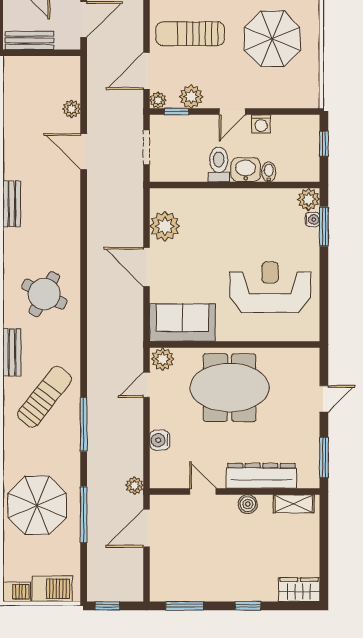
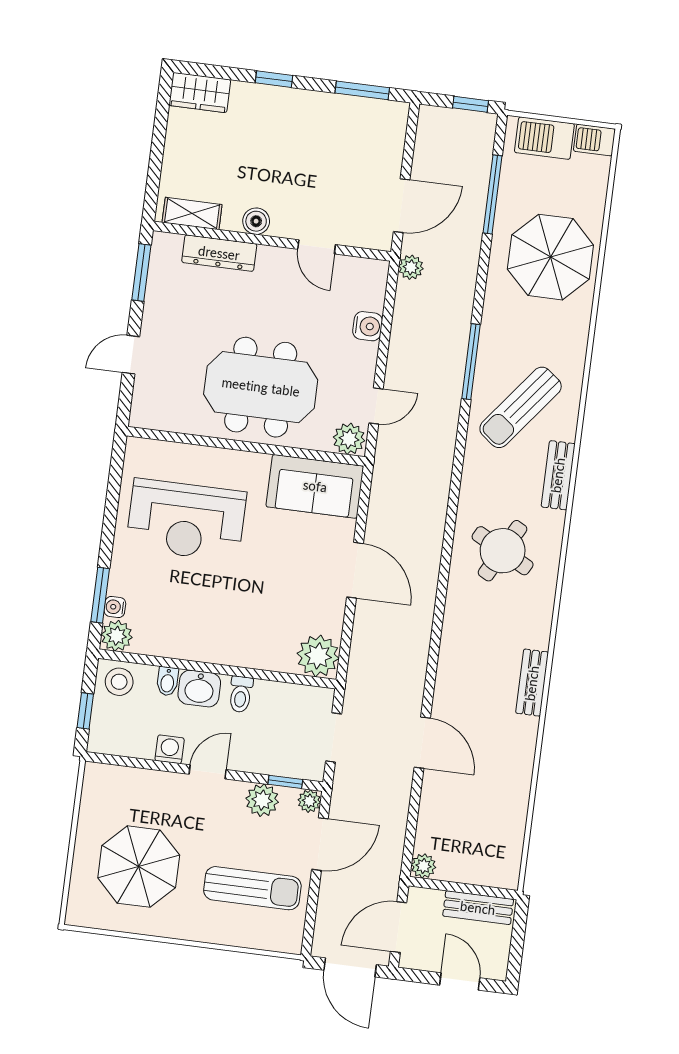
plant: (72, 109) -> (423, 866), moved
toilet: (219, 164) -> (241, 694), width x0.73, depth x0.72
stool: (303, 167) -> (119, 682), added
plant: (165, 226) -> (318, 656), moved
dresser: (261, 476) -> (219, 253), width x0.73, depth x0.80
window: (84, 515) -> (492, 194), moved

